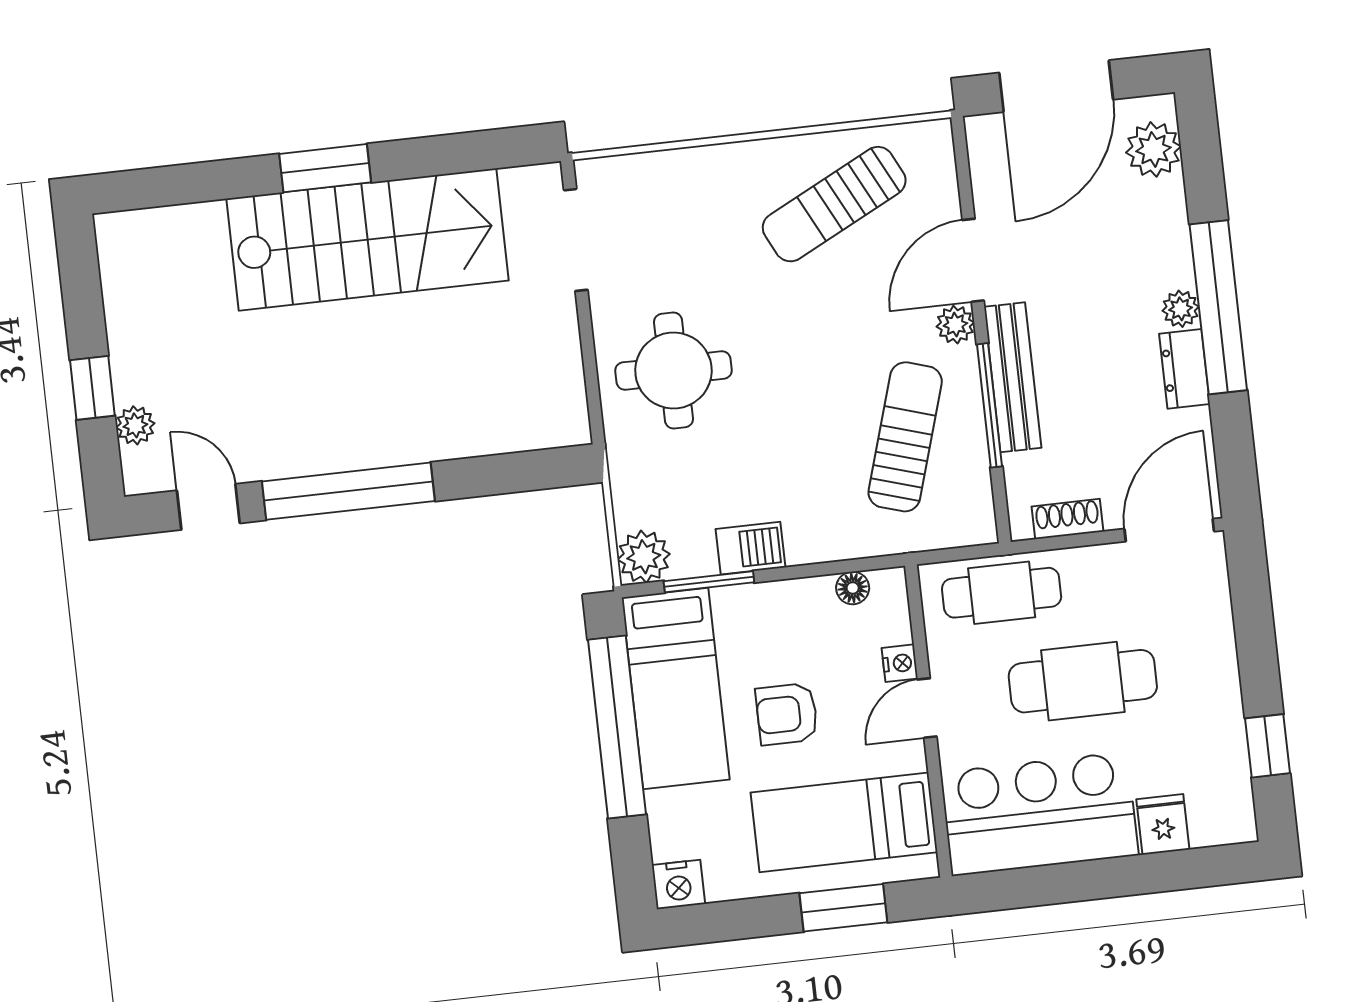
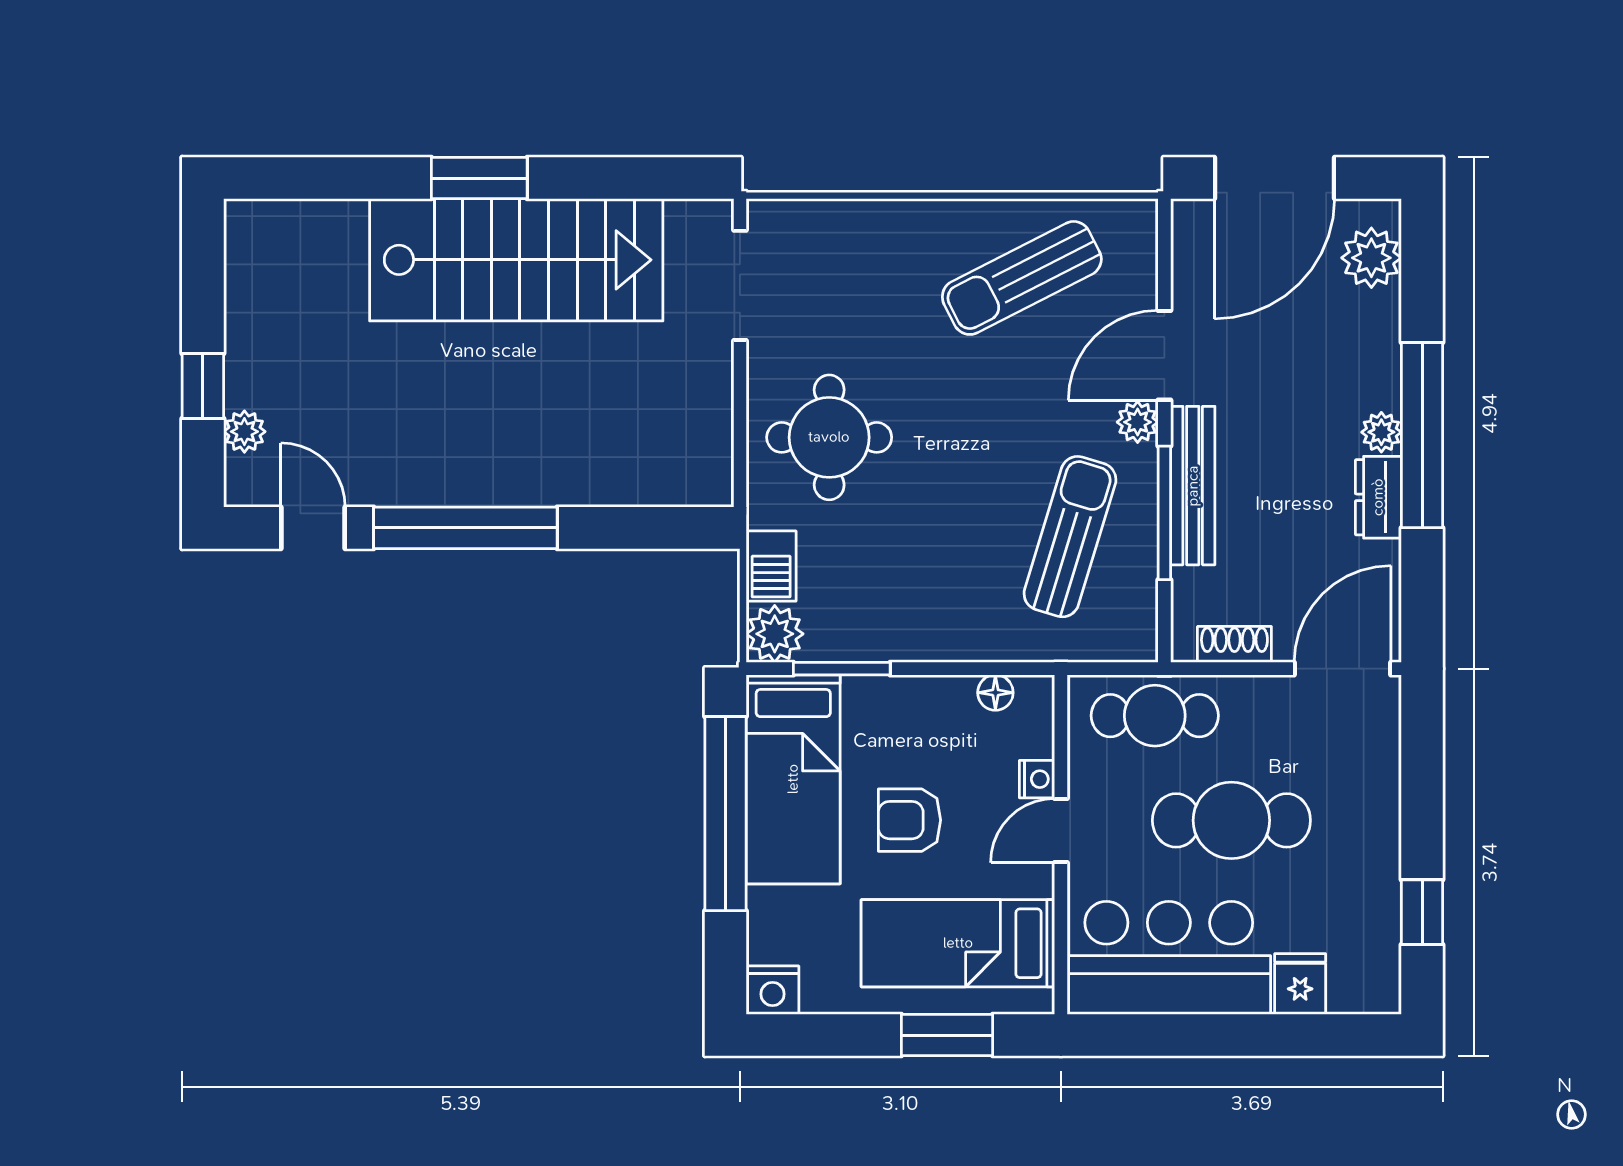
barbecue: (750, 548) -> (771, 566), moved, turned 90

